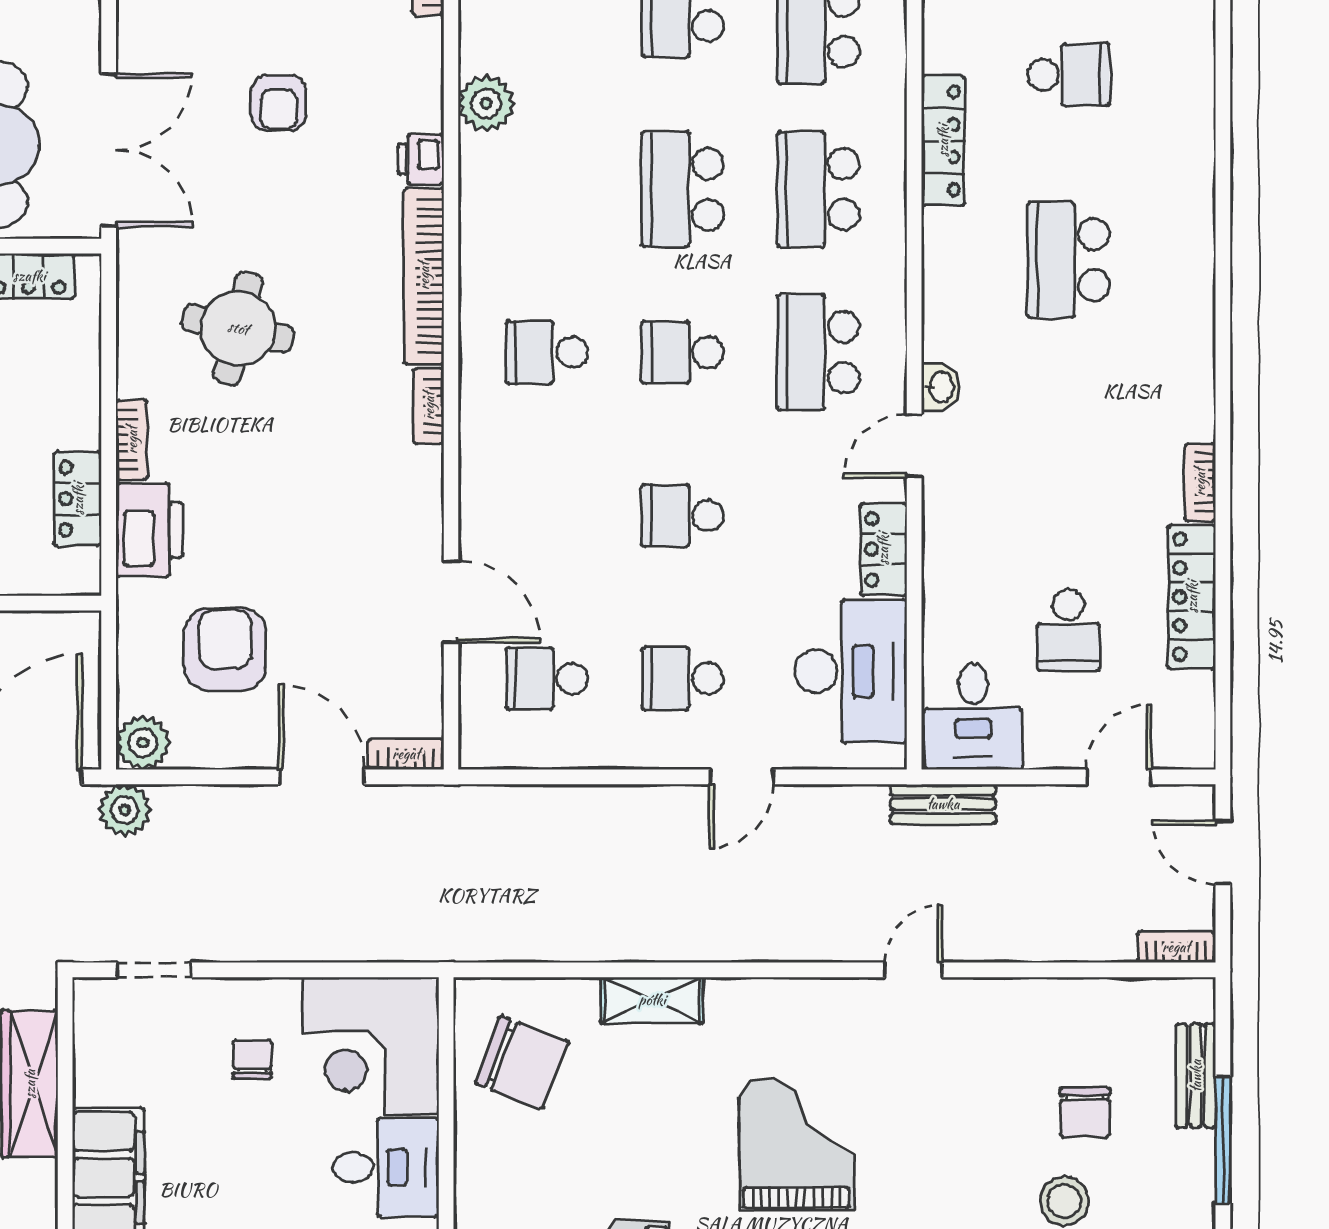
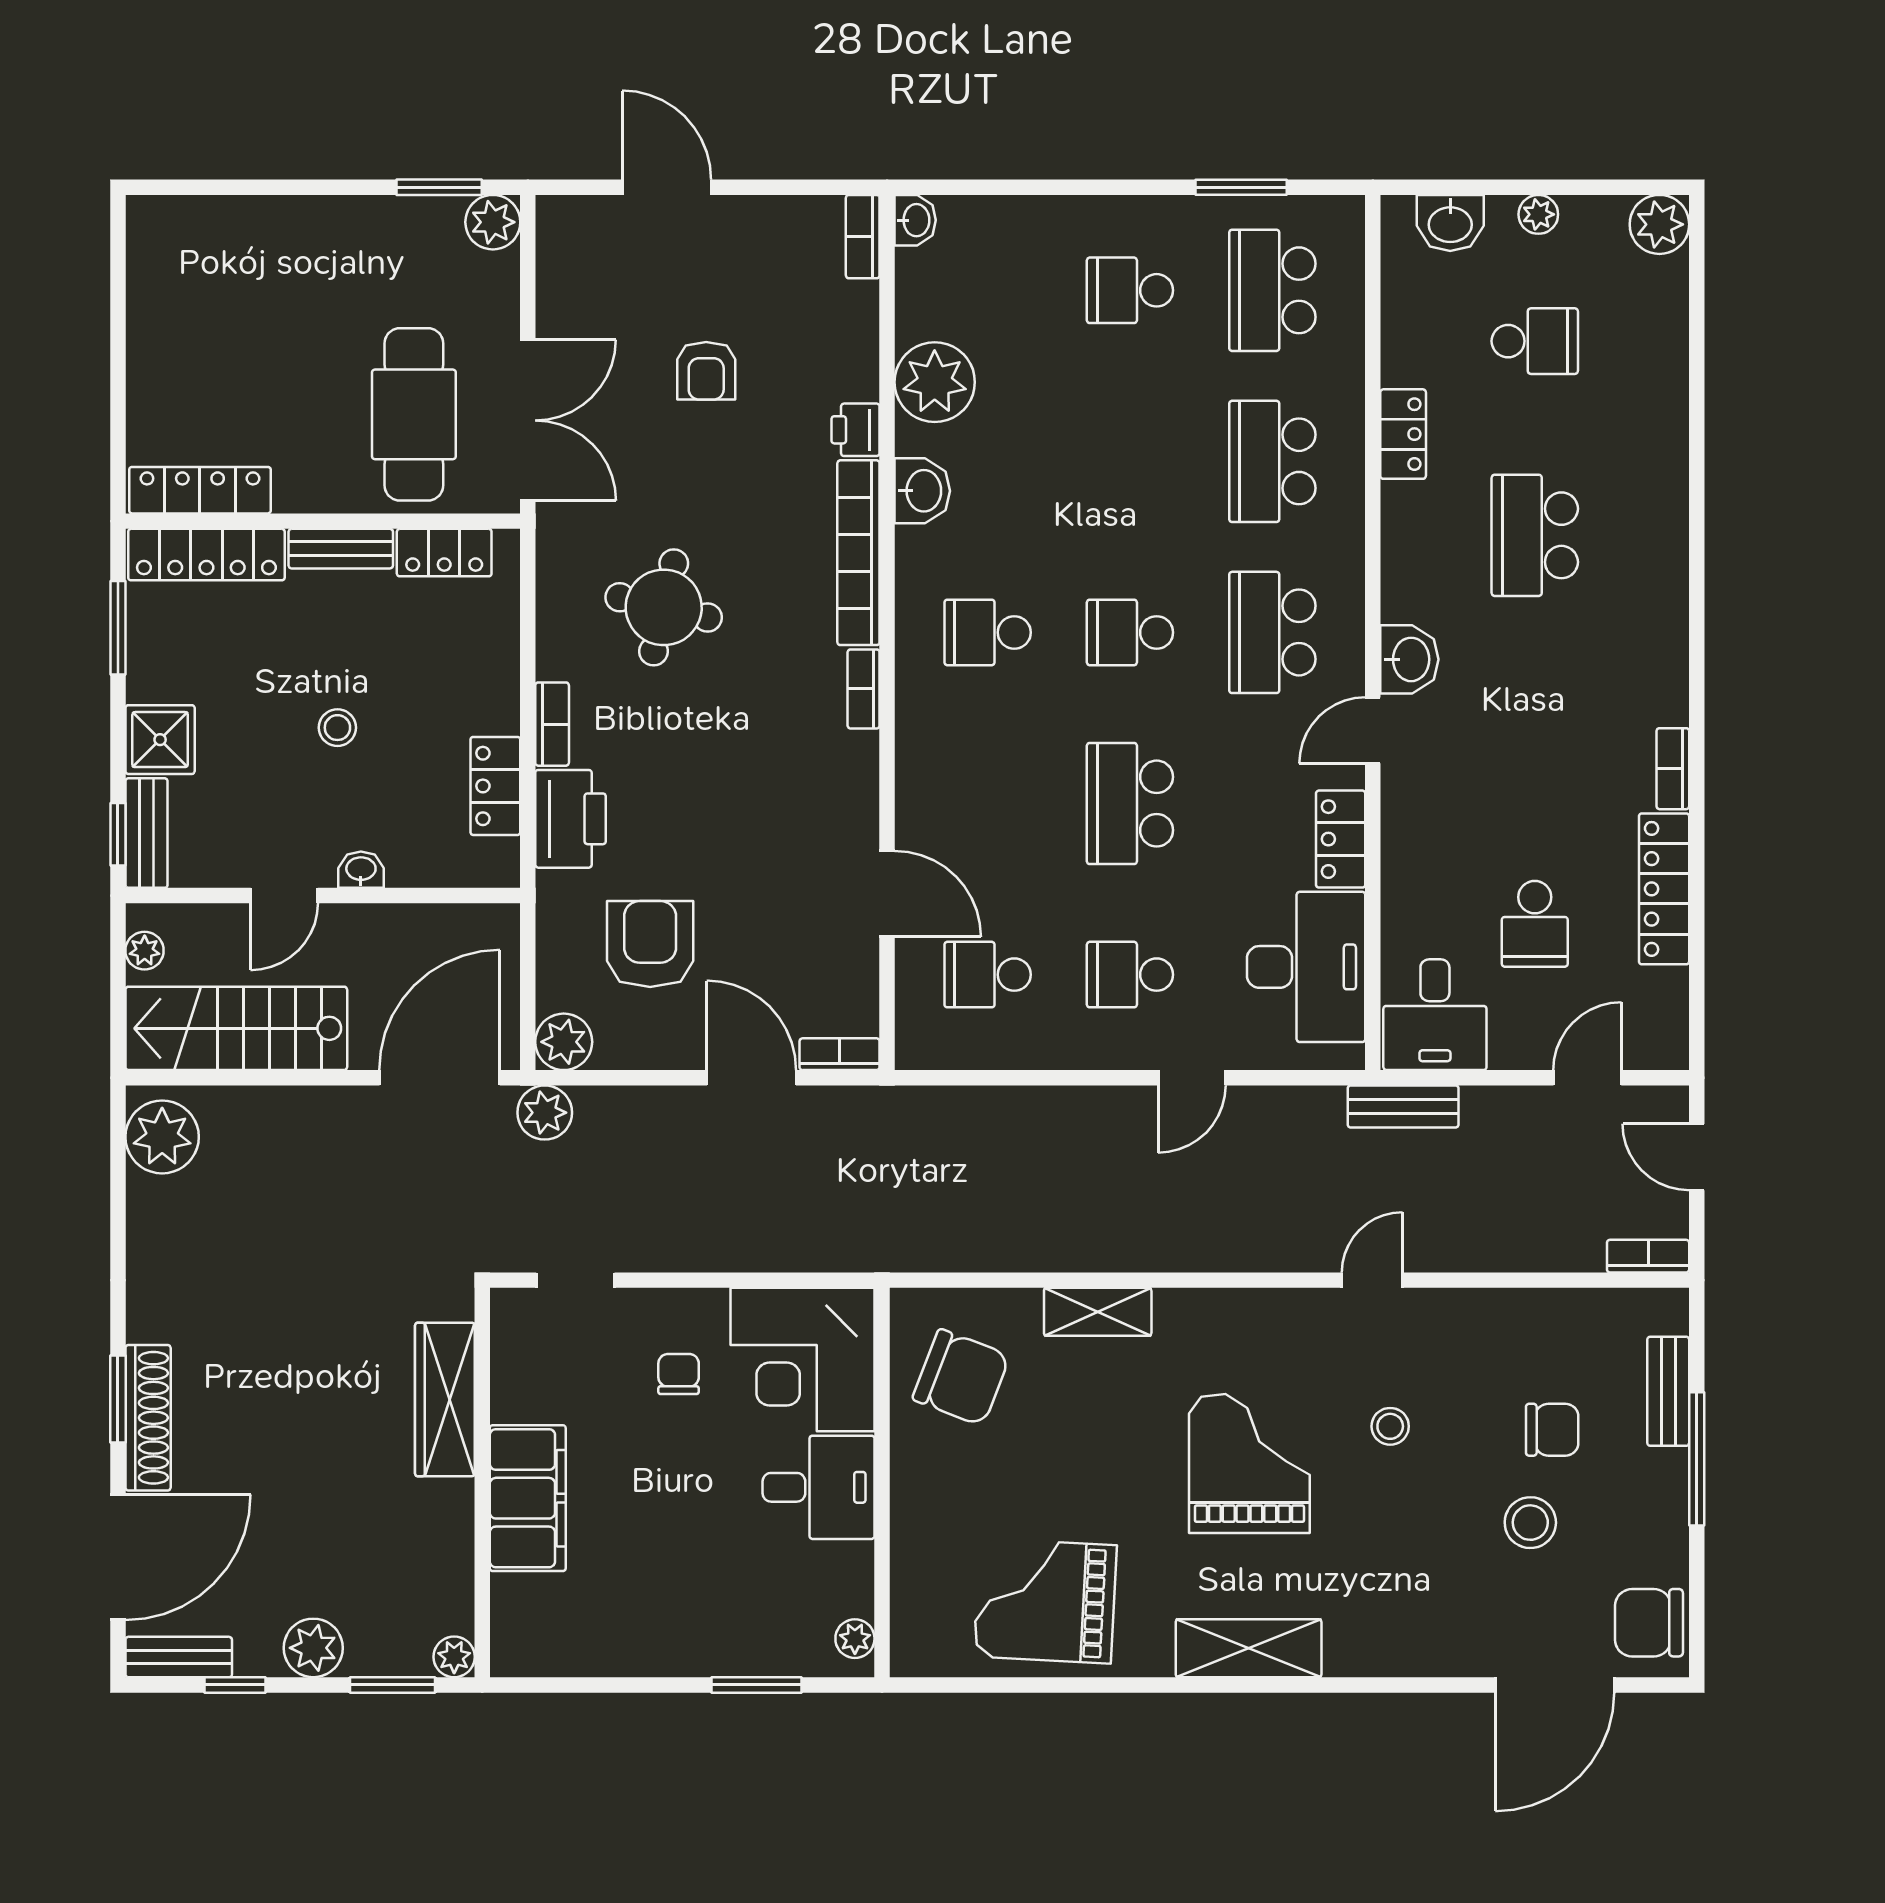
plant: (486, 103) -> (935, 382), width x1.36, depth x1.36
locker: (943, 141) -> (1403, 434), width x0.66
school desk: (683, 189) -> (1130, 461), removed
washbasin: (485, 217) -> (922, 491), added
washbasin: (940, 387) -> (1409, 659), width x1.38, depth x1.45
school desk: (683, 515) -> (1130, 804), width x1.85
stool: (931, 1109) -> (1390, 1426), added
chair: (1085, 1112) -> (1552, 1430), turned -90

